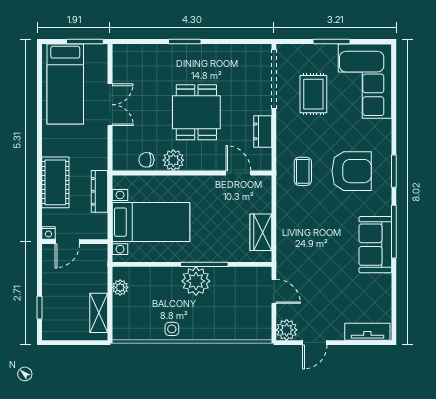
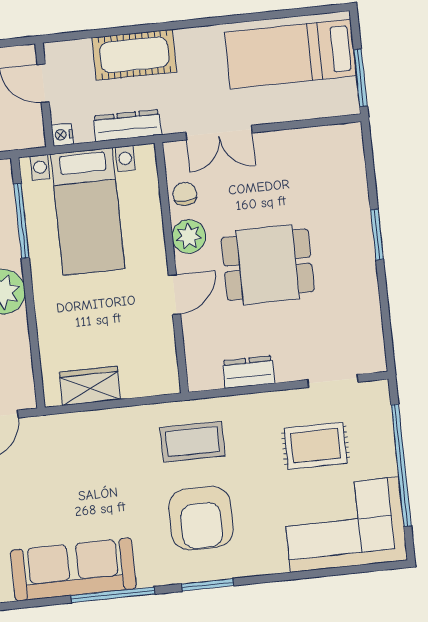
window: (332, 41) -> (401, 465), width x2.11
doorway: (274, 79) -> (333, 381), width x0.53
double door: (110, 105) -> (219, 133), moved
coffee table: (303, 171) -> (192, 442), width x1.36, depth x1.30
door: (238, 173) -> (174, 295), moved
nightstand: (48, 233) -> (62, 135), moved
sofa: (375, 245) -> (73, 569), width x1.36
window: (204, 264) -> (21, 221), moved

